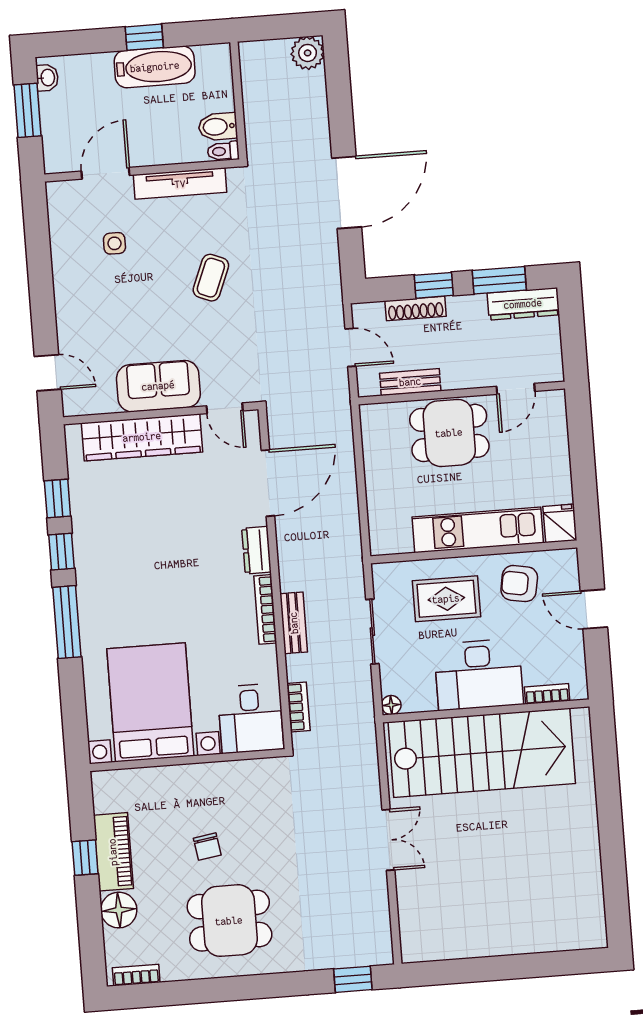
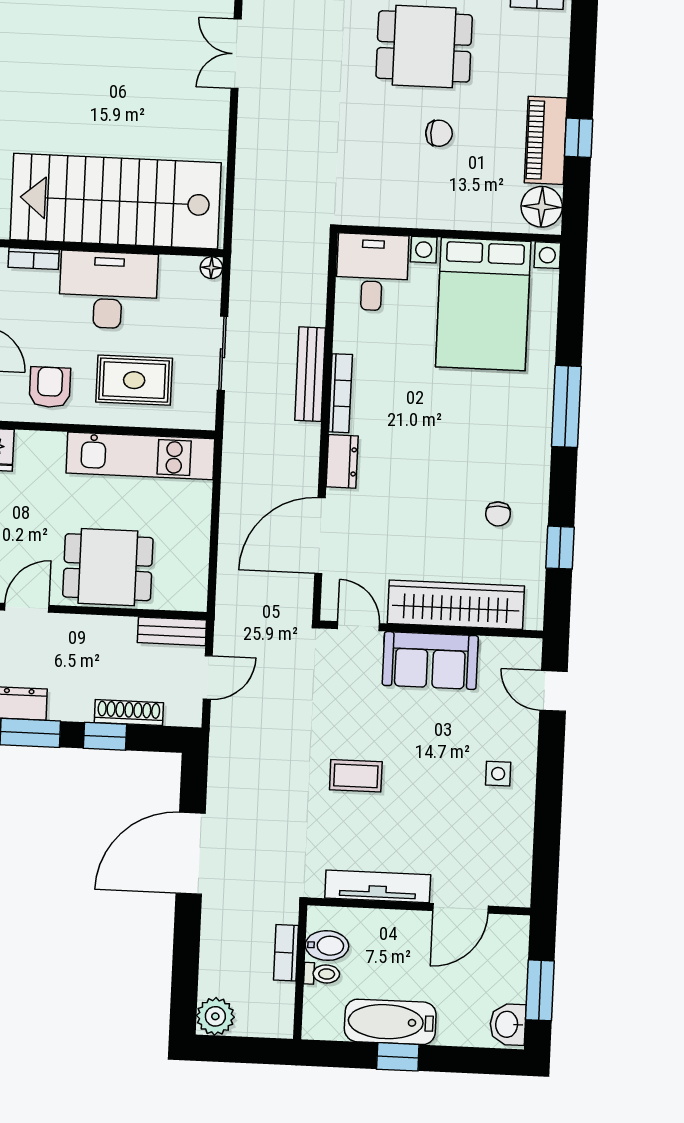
washbasin: (47, 78) -> (508, 1024), width x1.38, depth x1.45
toilet: (223, 151) -> (322, 974), moved
side table: (114, 243) -> (498, 774), moved
coffee table: (211, 278) -> (356, 776), turned 68
door: (350, 348) -> (208, 677), swing flipped
bench: (410, 382) -> (172, 631), moved
chair: (115, 521) -> (498, 514), added
kitchen unit: (478, 530) -> (140, 456), moved
window: (61, 552) -> (563, 487), removed
armchair: (519, 584) -> (50, 387), turned -100
bench: (294, 623) -> (310, 374), width x1.36
bookcase: (298, 707) -> (286, 953), moved
double door: (388, 840) -> (236, 54), moved
chair: (207, 847) -> (439, 133), turned 99
floor lamp: (119, 910) -> (542, 207), moved

